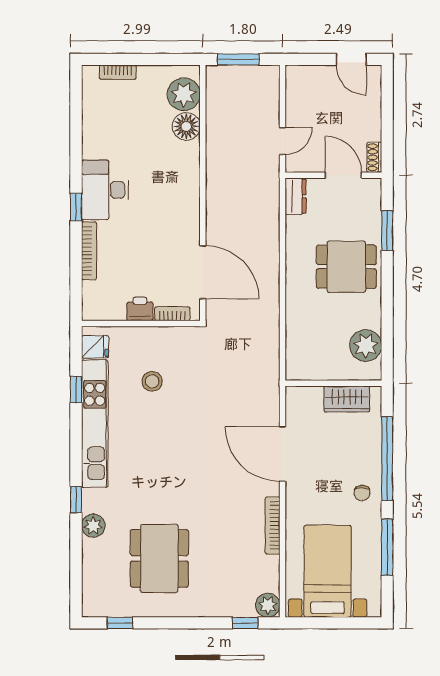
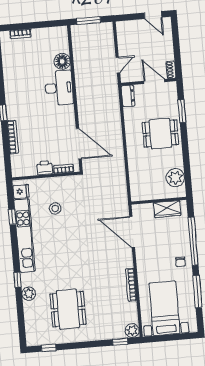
plant: (184, 94) -> (59, 43), removed
desk: (105, 190) -> (59, 88), moved, turned 180
door: (282, 454) -> (132, 232), moved

